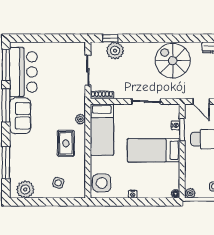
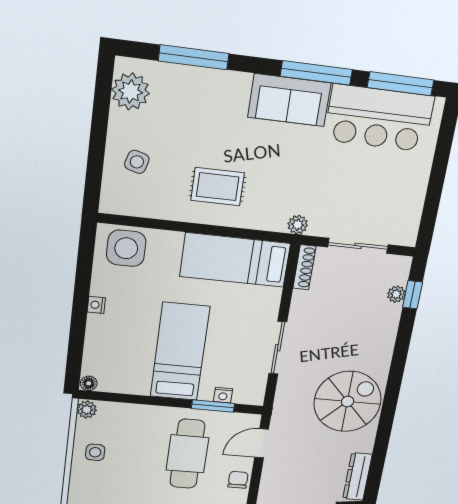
plant: (115, 51) -> (396, 294), width x0.53, depth x0.53
plant: (80, 119) -> (298, 225), moved

